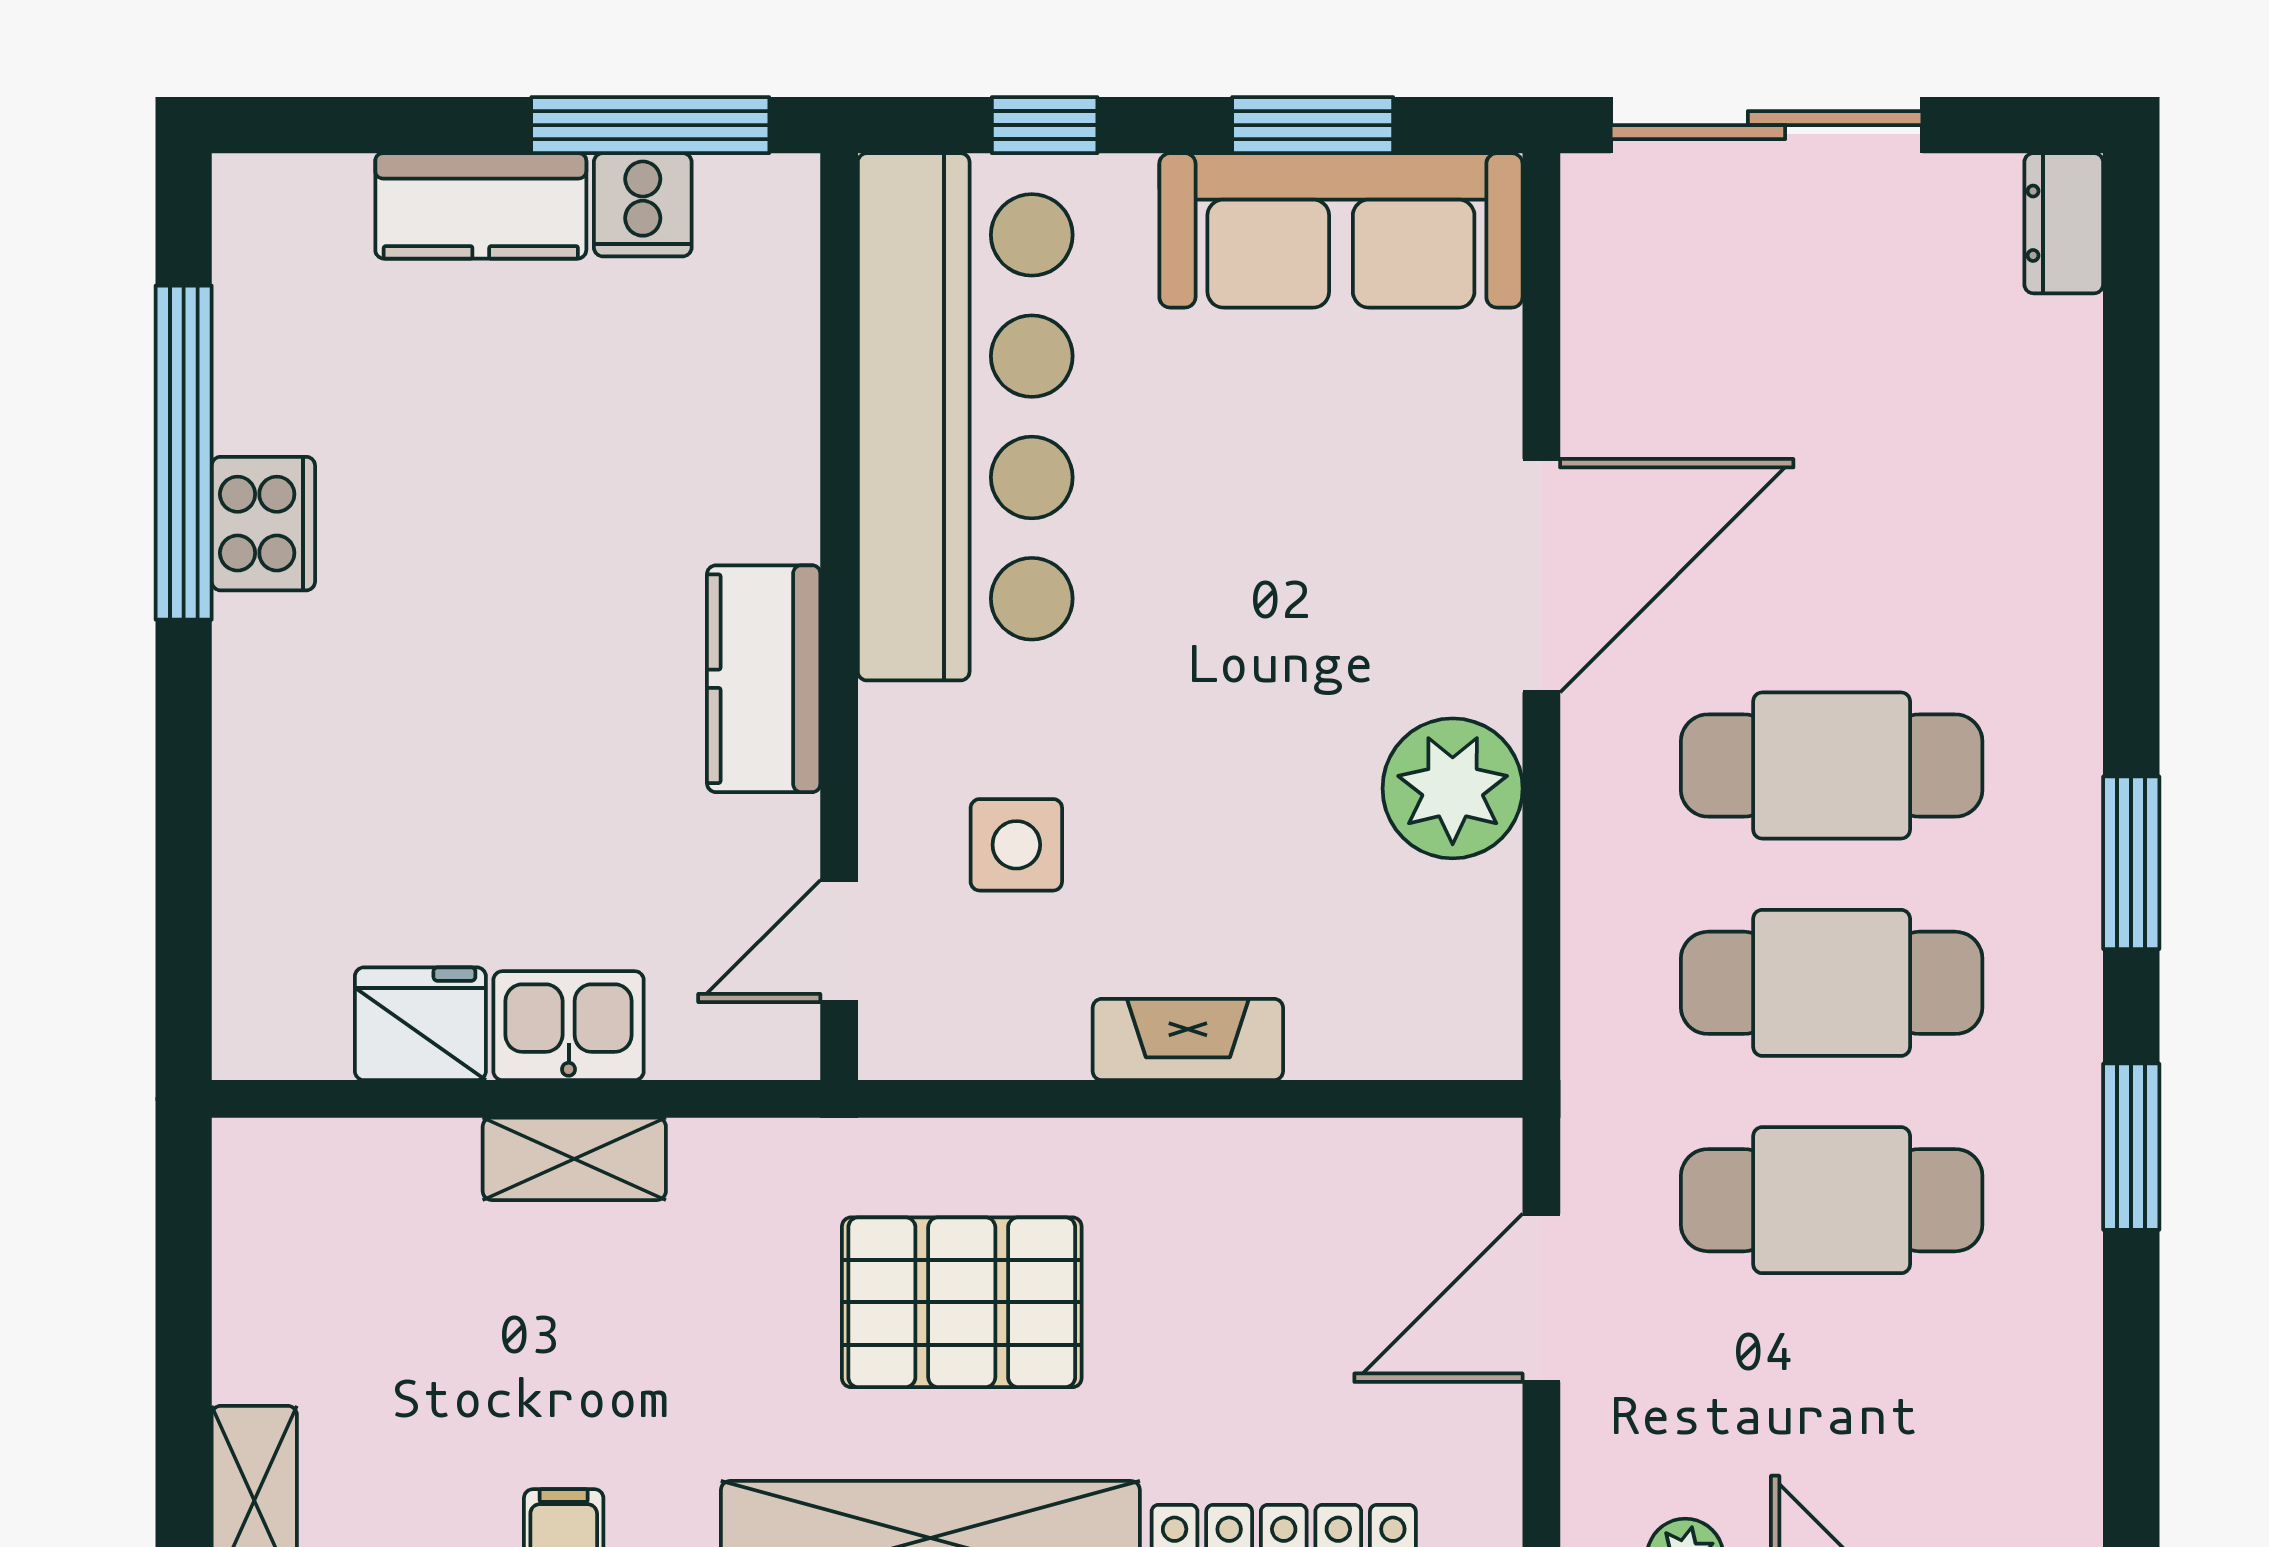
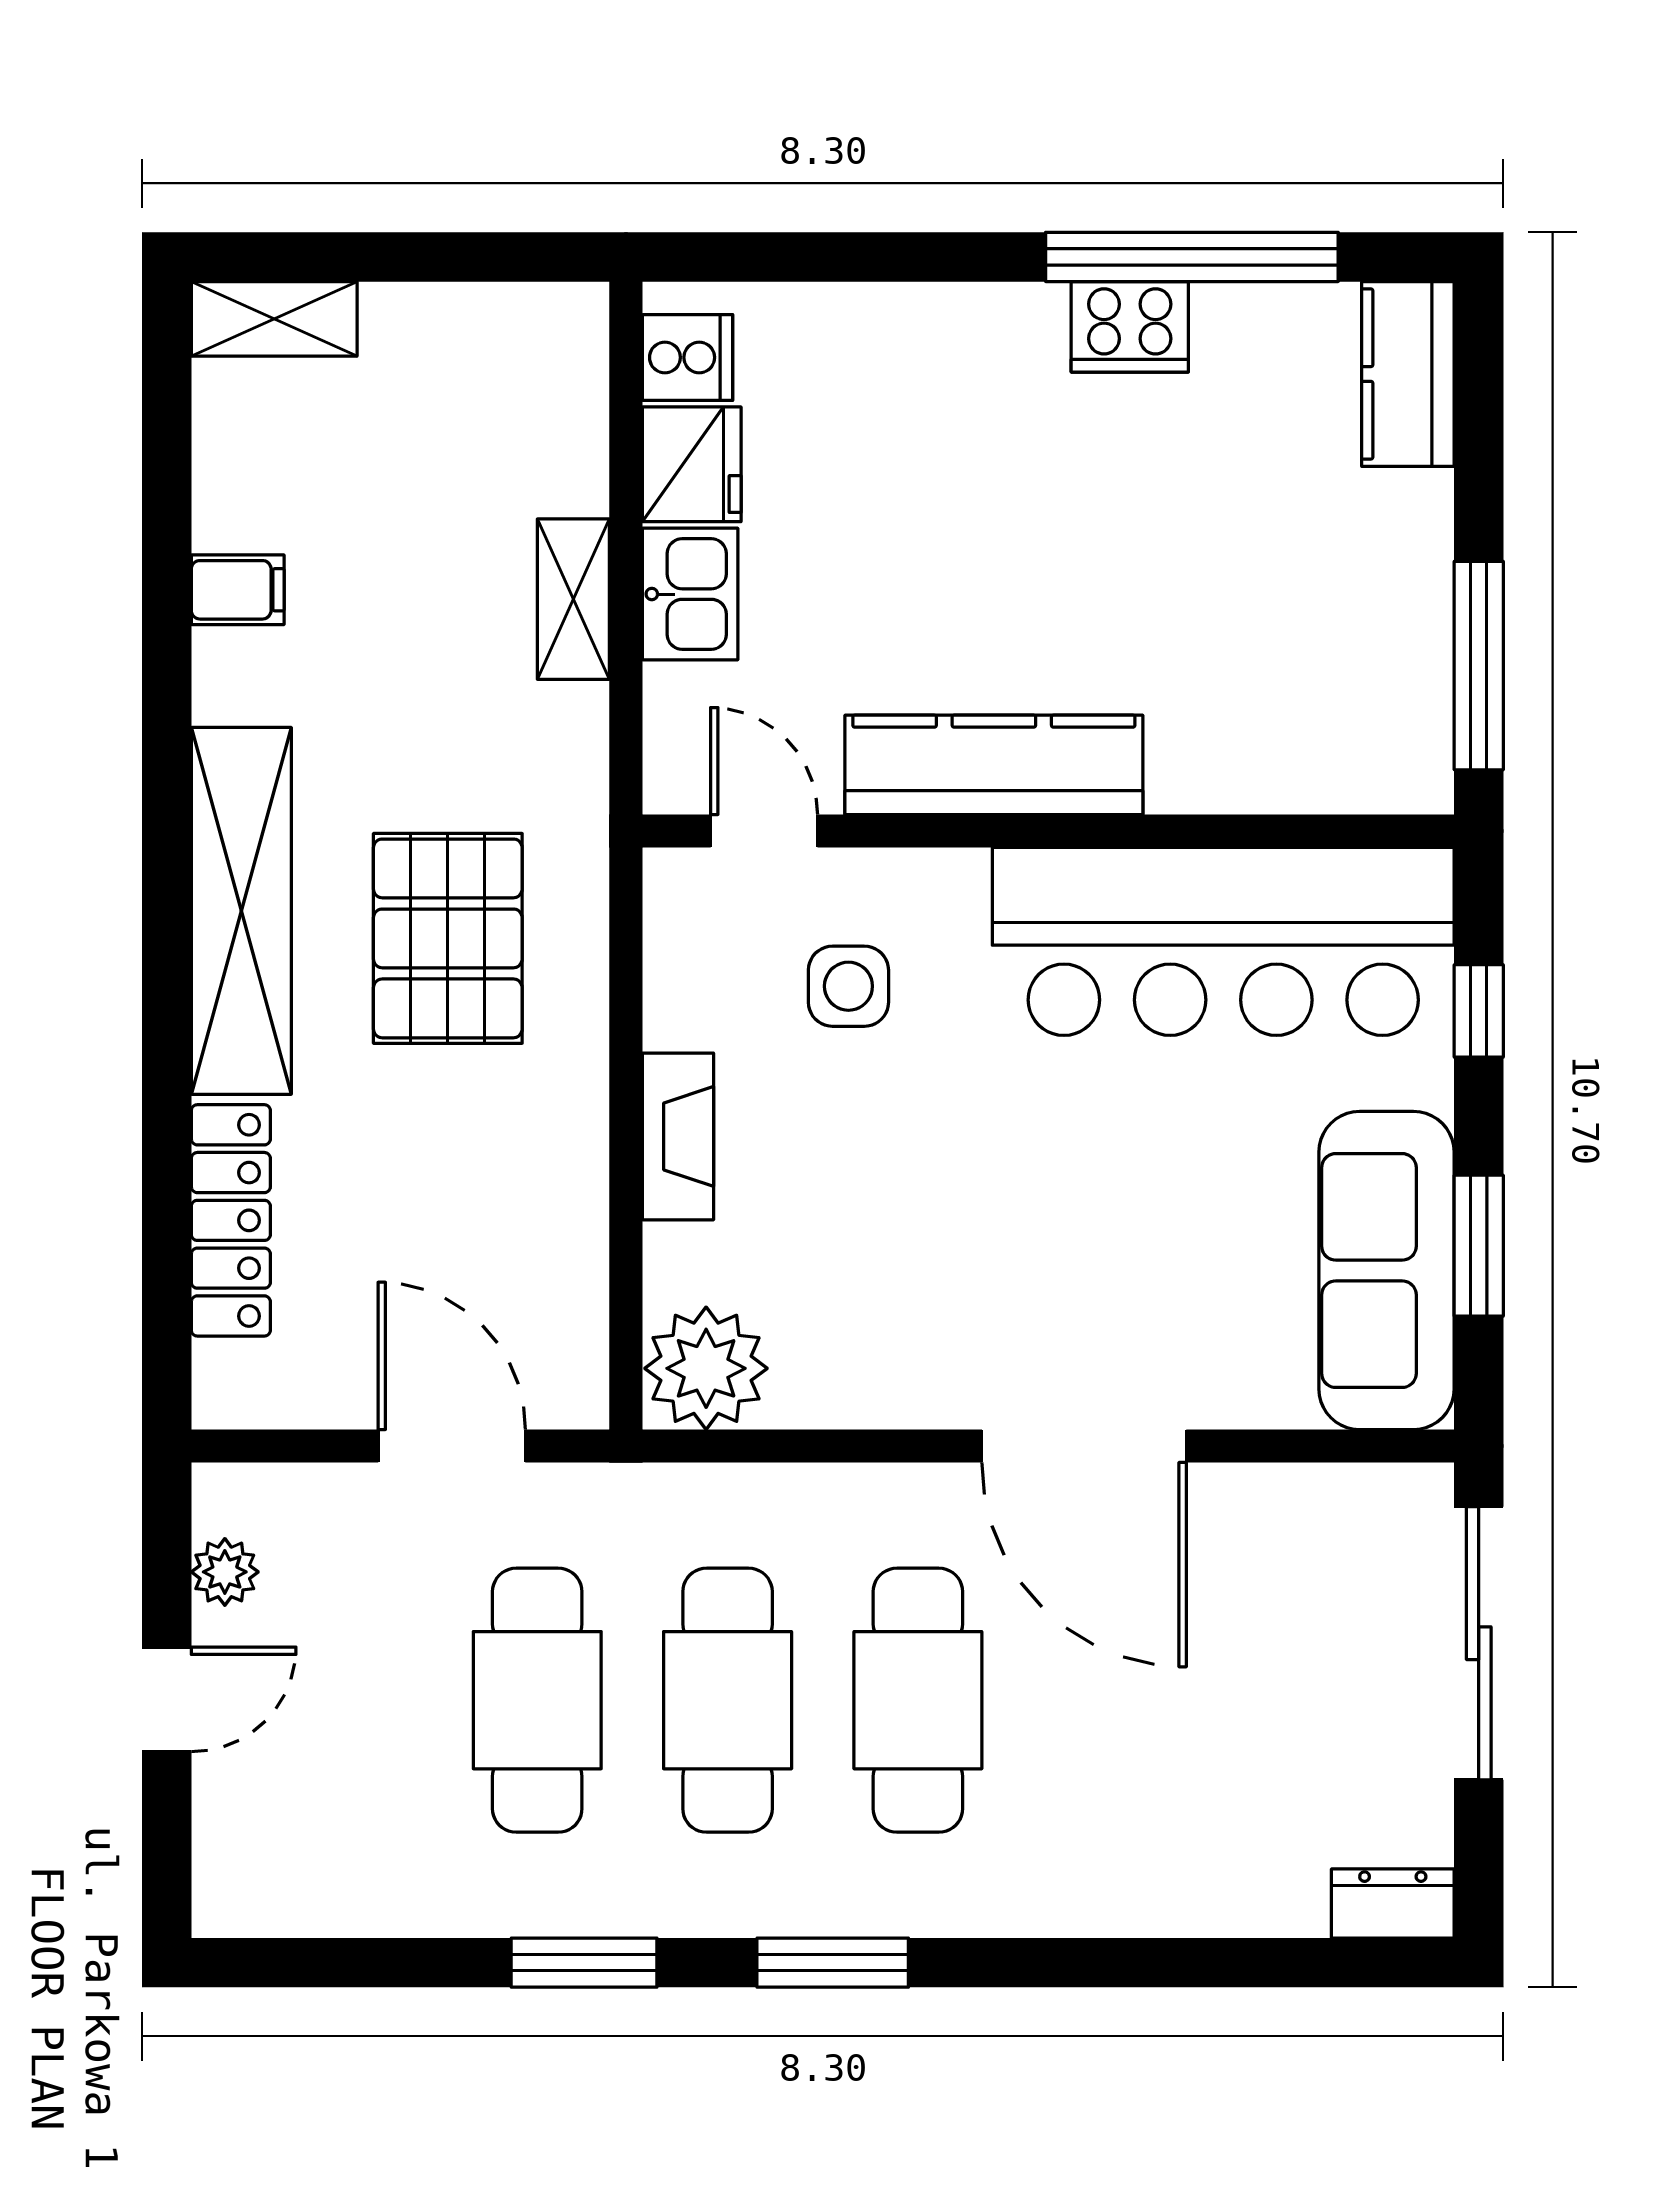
cooker: (643, 205) -> (687, 357), moved, turned 180
kitchen counter: (481, 206) -> (1408, 374), moved
kitchen counter: (764, 679) -> (994, 765), width x1.50
plant: (1453, 788) -> (706, 1368), moved

